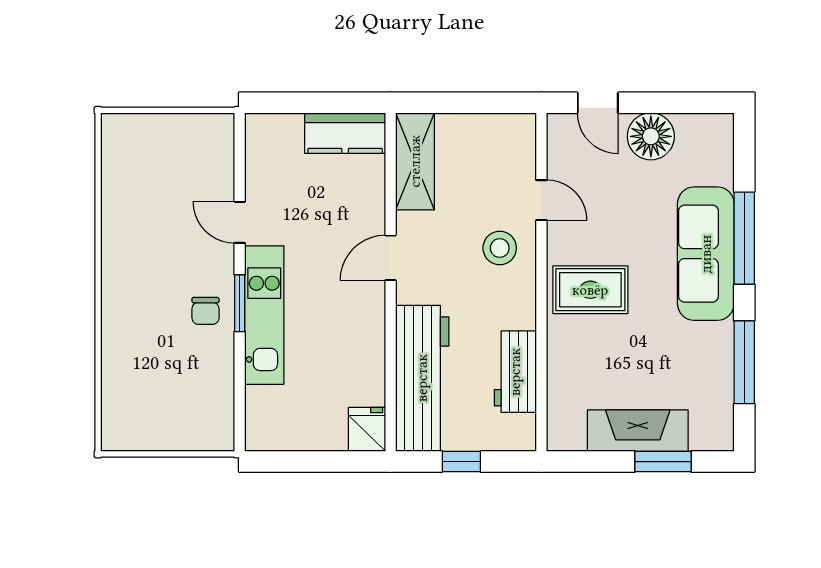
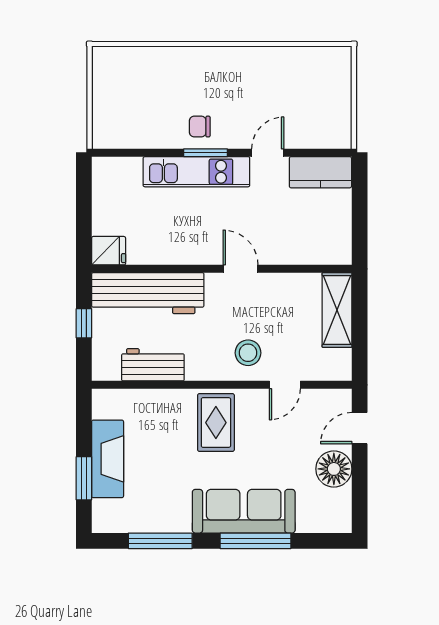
kitchen counter: (345, 133) -> (320, 172), moved, turned -90
shelving: (415, 161) -> (337, 310), moved, turned 90

